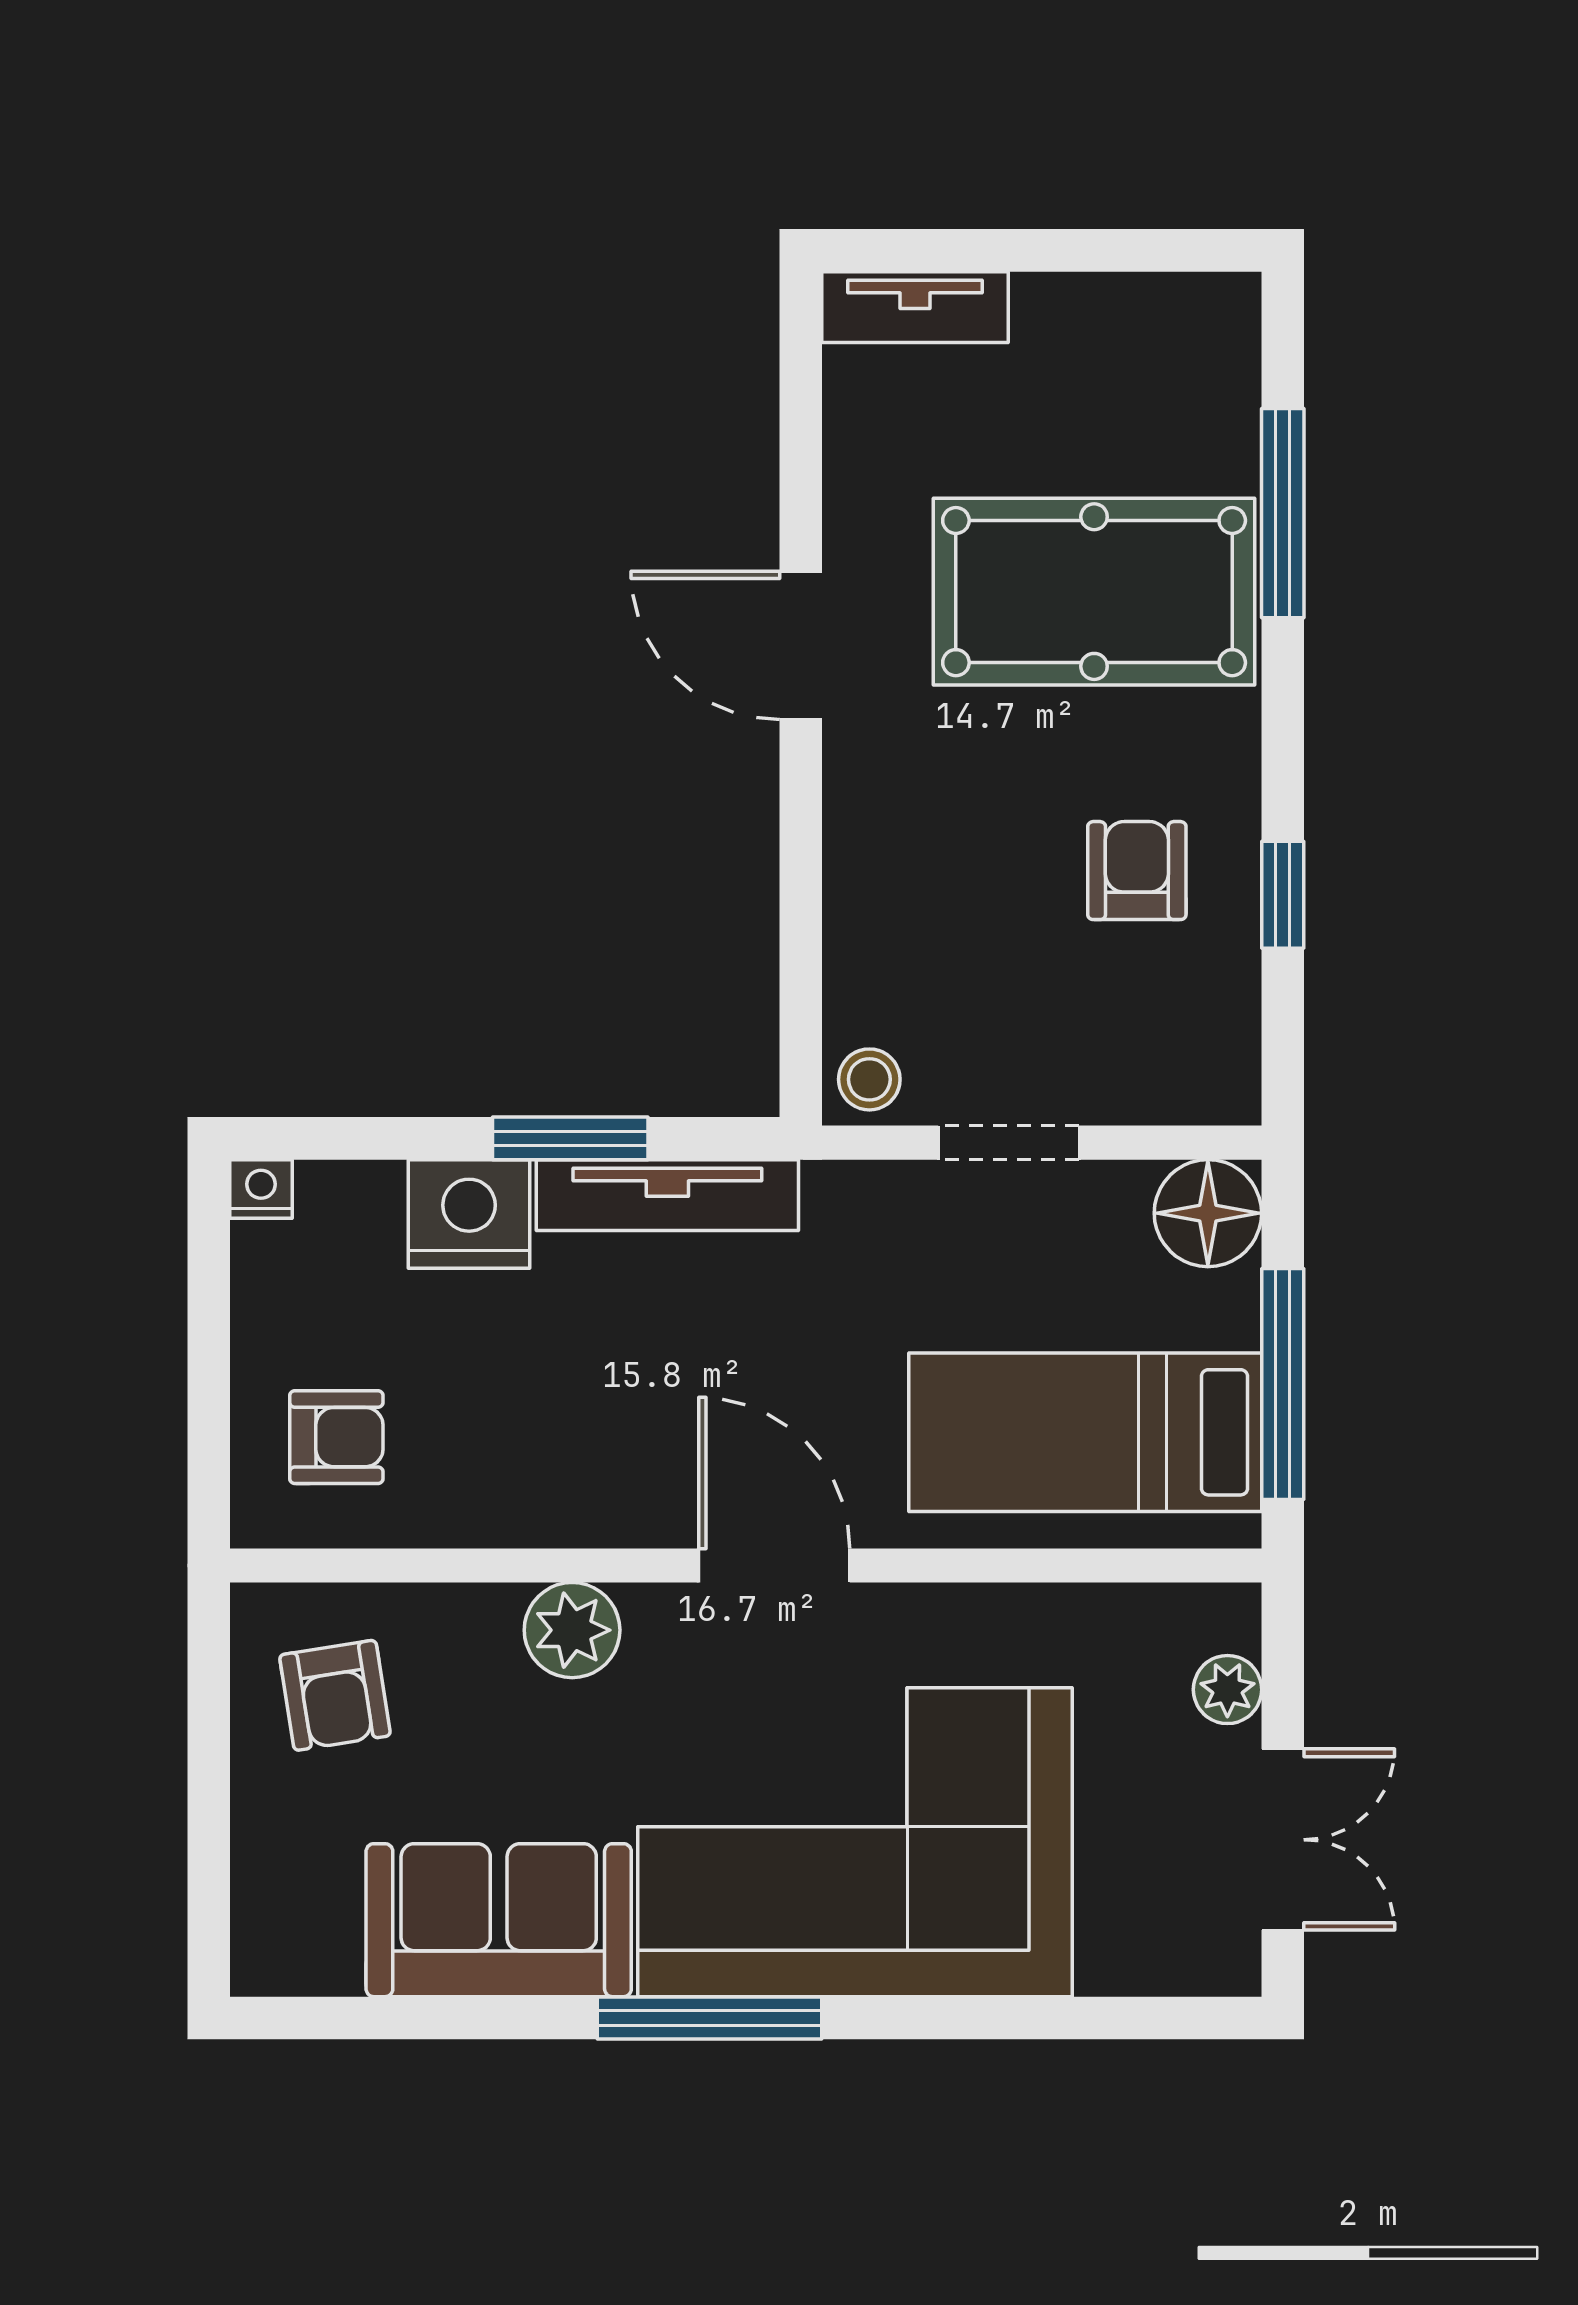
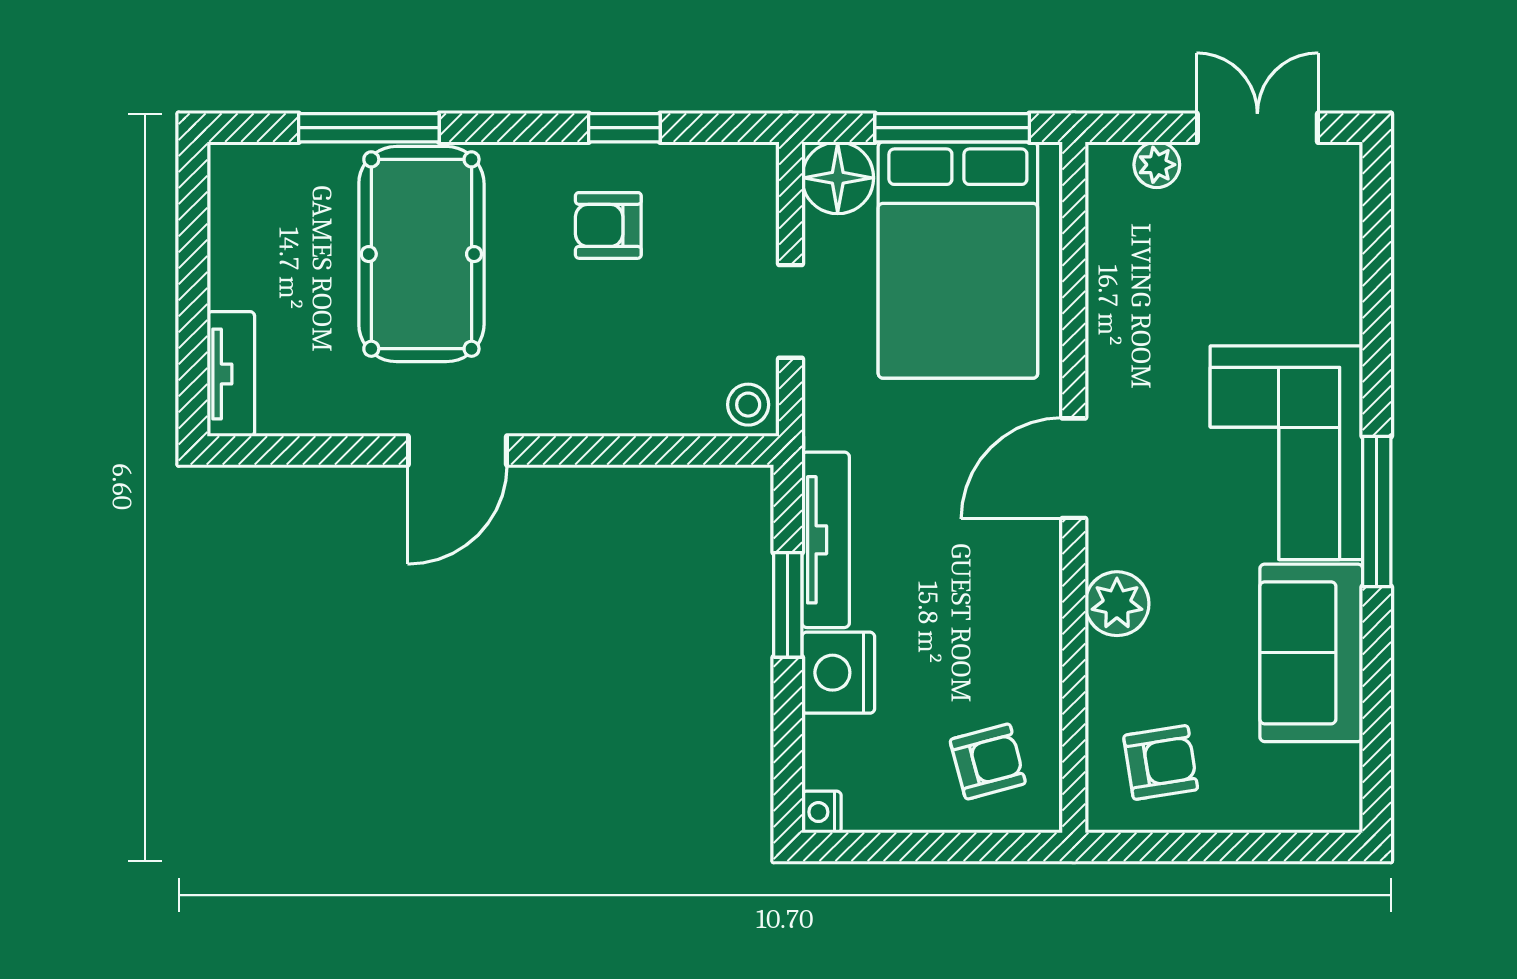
bed: (1085, 1432) -> (958, 260), width x1.50
armchair: (336, 1437) -> (988, 762), turned 75
corner sofa: (855, 1842) -> (1286, 453), width x0.73, depth x0.74

